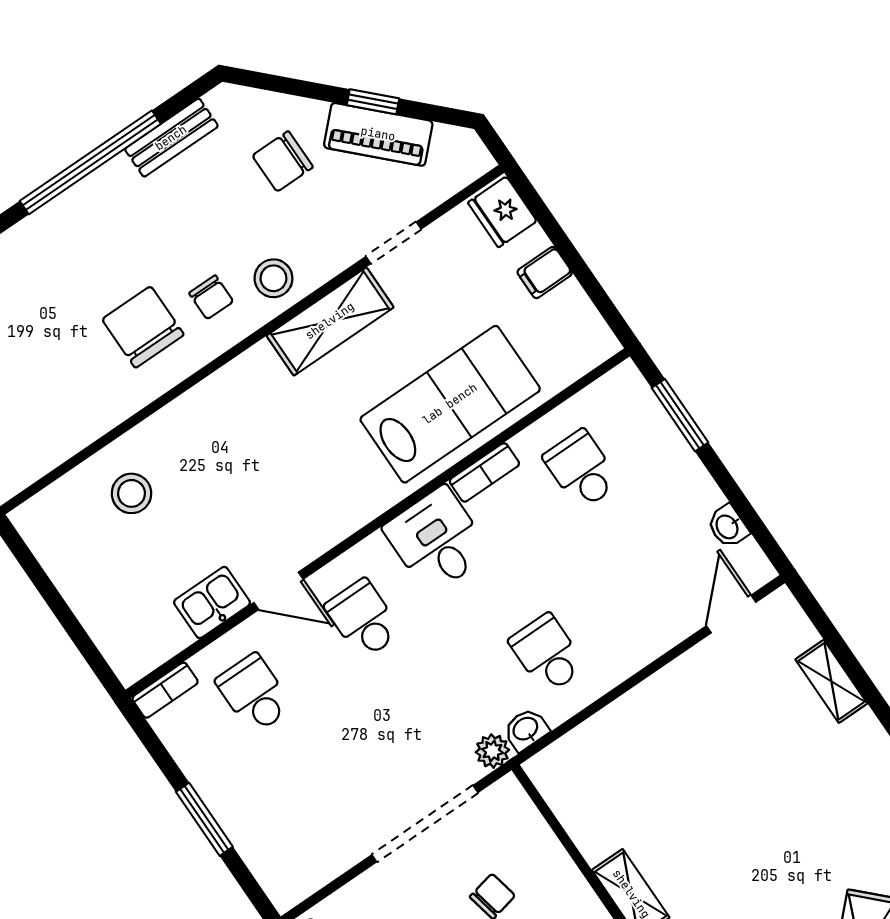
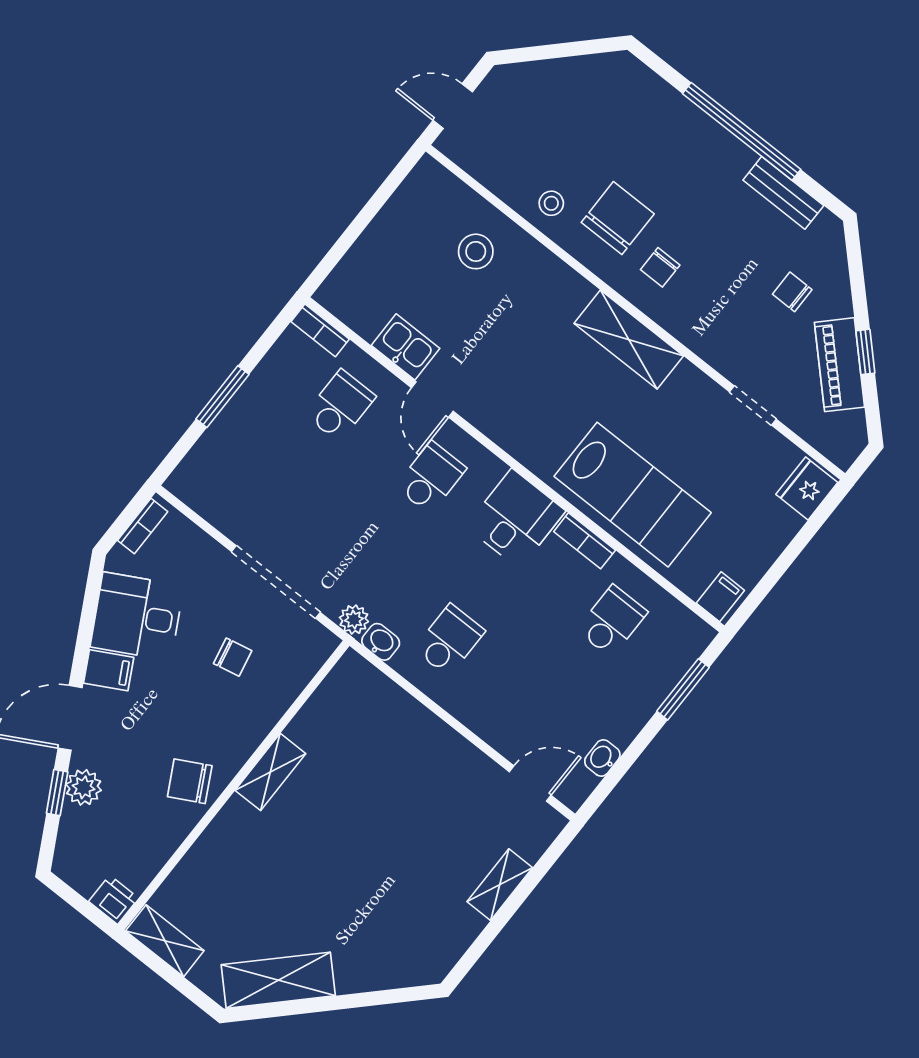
chair: (283, 161) -> (792, 292), width x0.73, depth x0.73
filing cabinet: (545, 273) -> (720, 597), moved, turned 90
stool: (273, 278) -> (551, 203), moved, width x0.73, depth x0.73
shelving: (330, 321) -> (629, 340), moved

